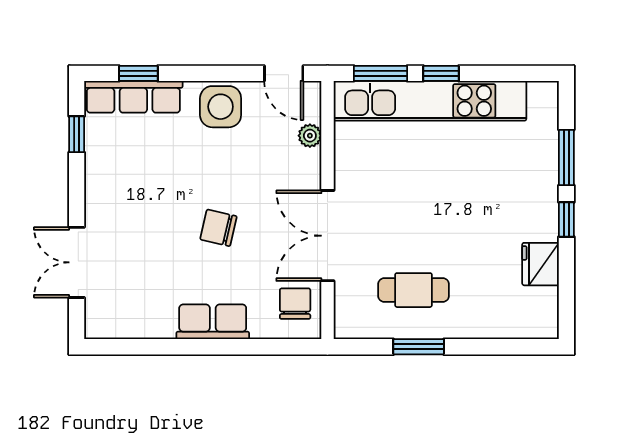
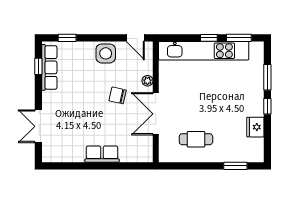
window: (381, 73) -> (239, 38), moved
row of seats: (133, 97) -> (49, 67), moved, turned -90
plant: (310, 136) -> (147, 81), moved
chair: (218, 228) -> (118, 95), moved
chair: (295, 304) -> (141, 146), removed
window: (419, 347) -> (235, 166), moved

